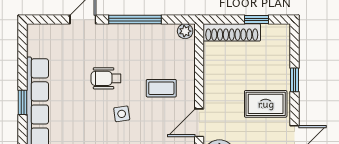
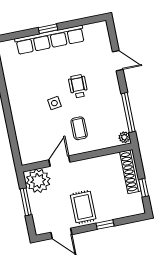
window: (135, 20) -> (128, 113), moved
door: (199, 123) -> (59, 161), hinge flipped

